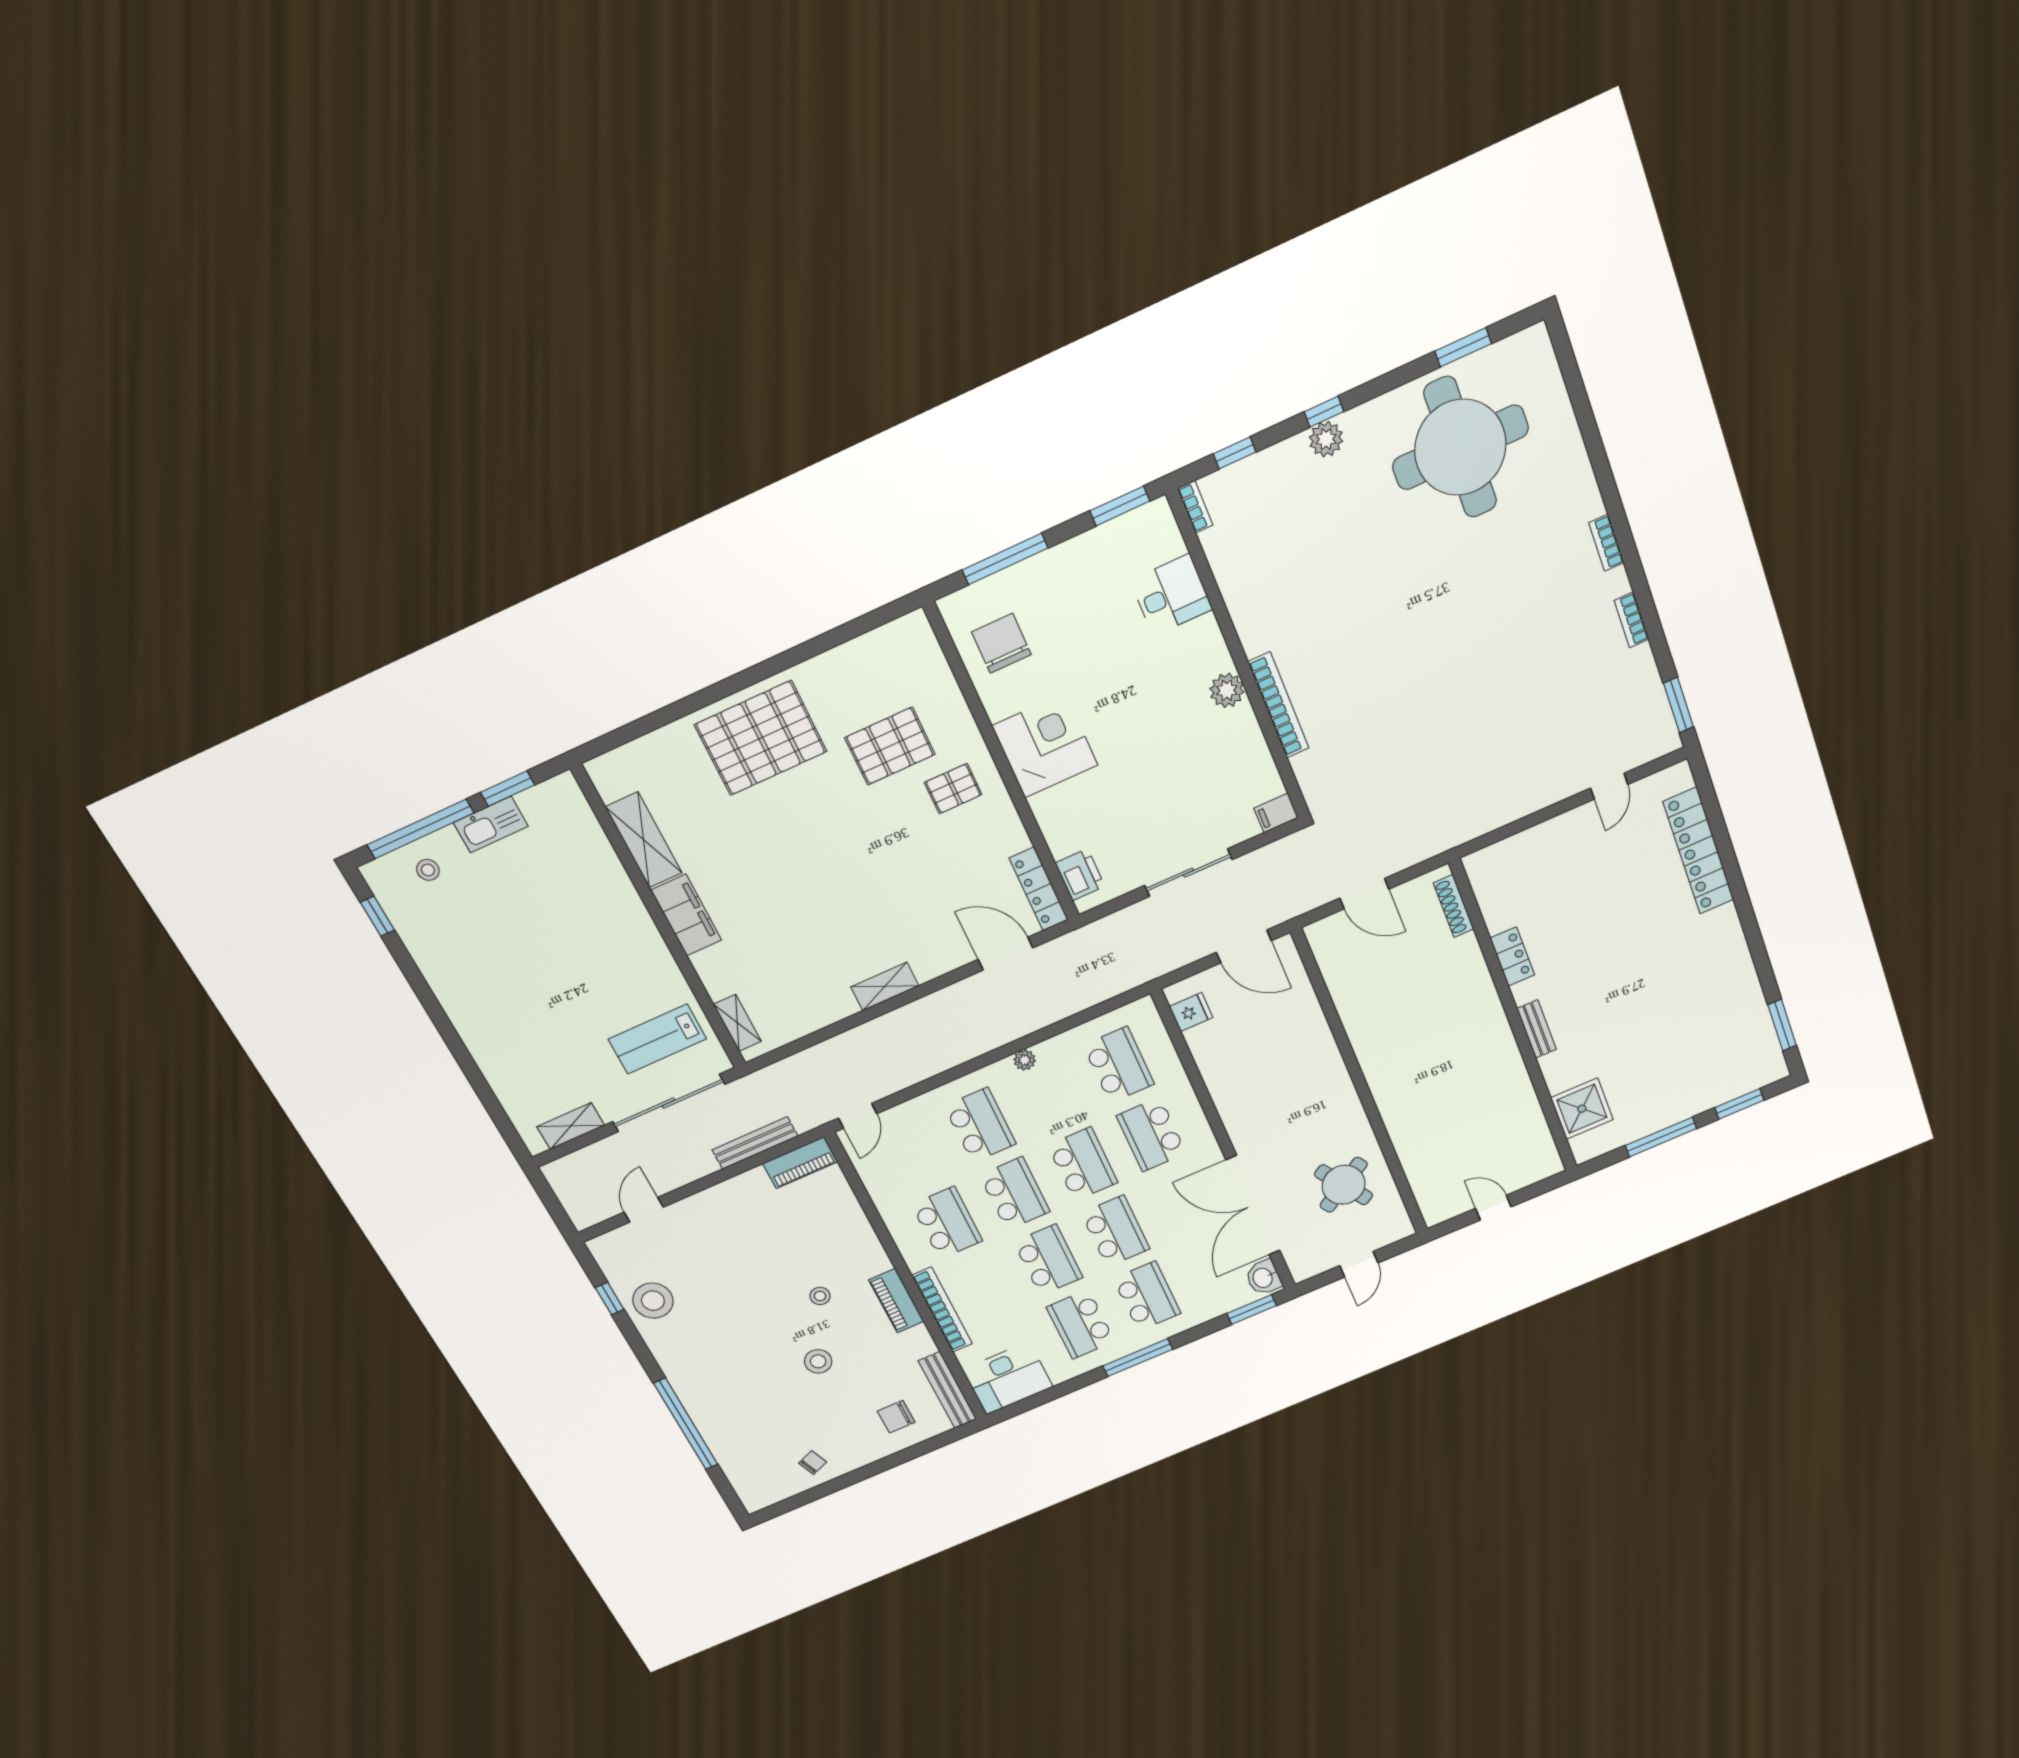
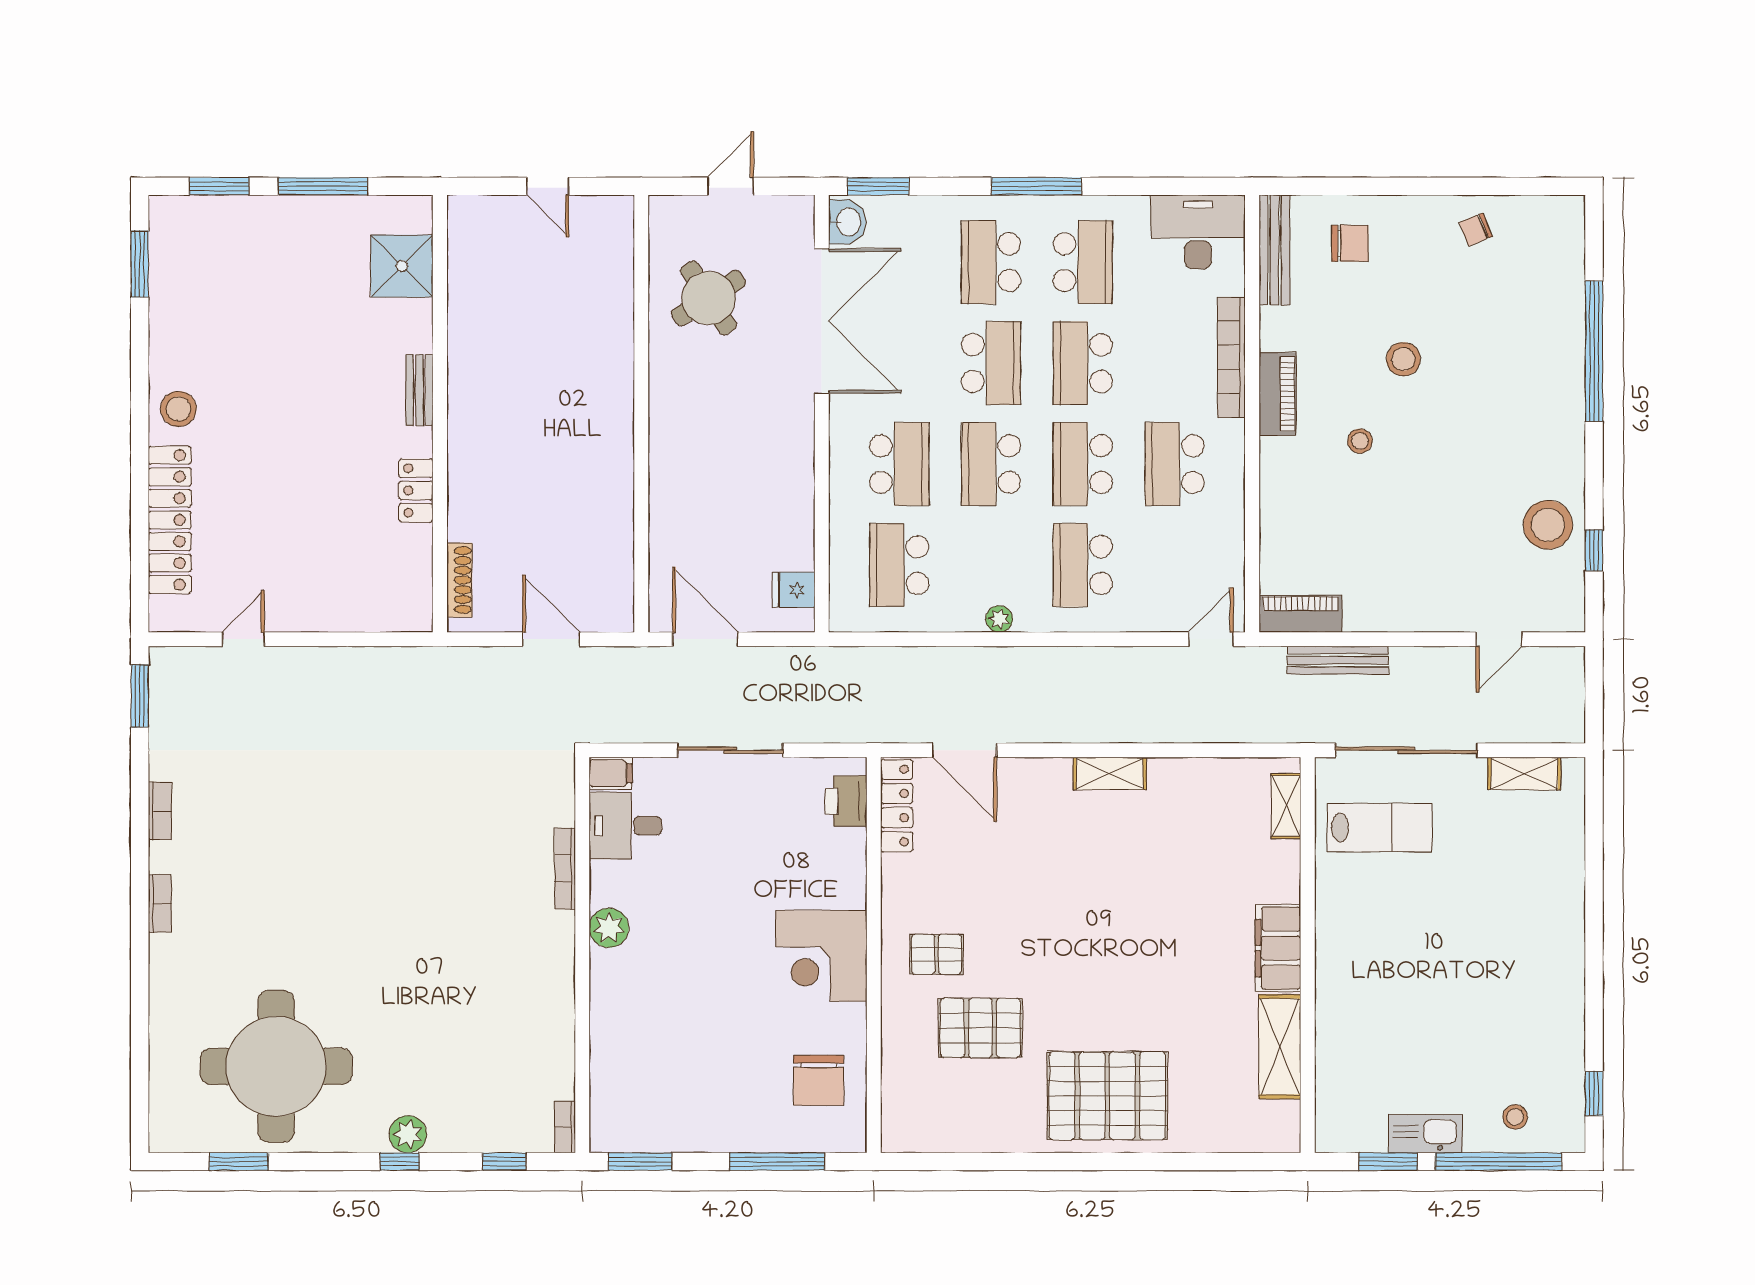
desk: (1171, 595) -> (625, 826), moved
bookcase: (1279, 705) -> (565, 869), width x0.68, depth x0.76
stool: (1719, 936) -> (178, 409), added
school desk: (1115, 1231) -> (991, 363), turned 180

